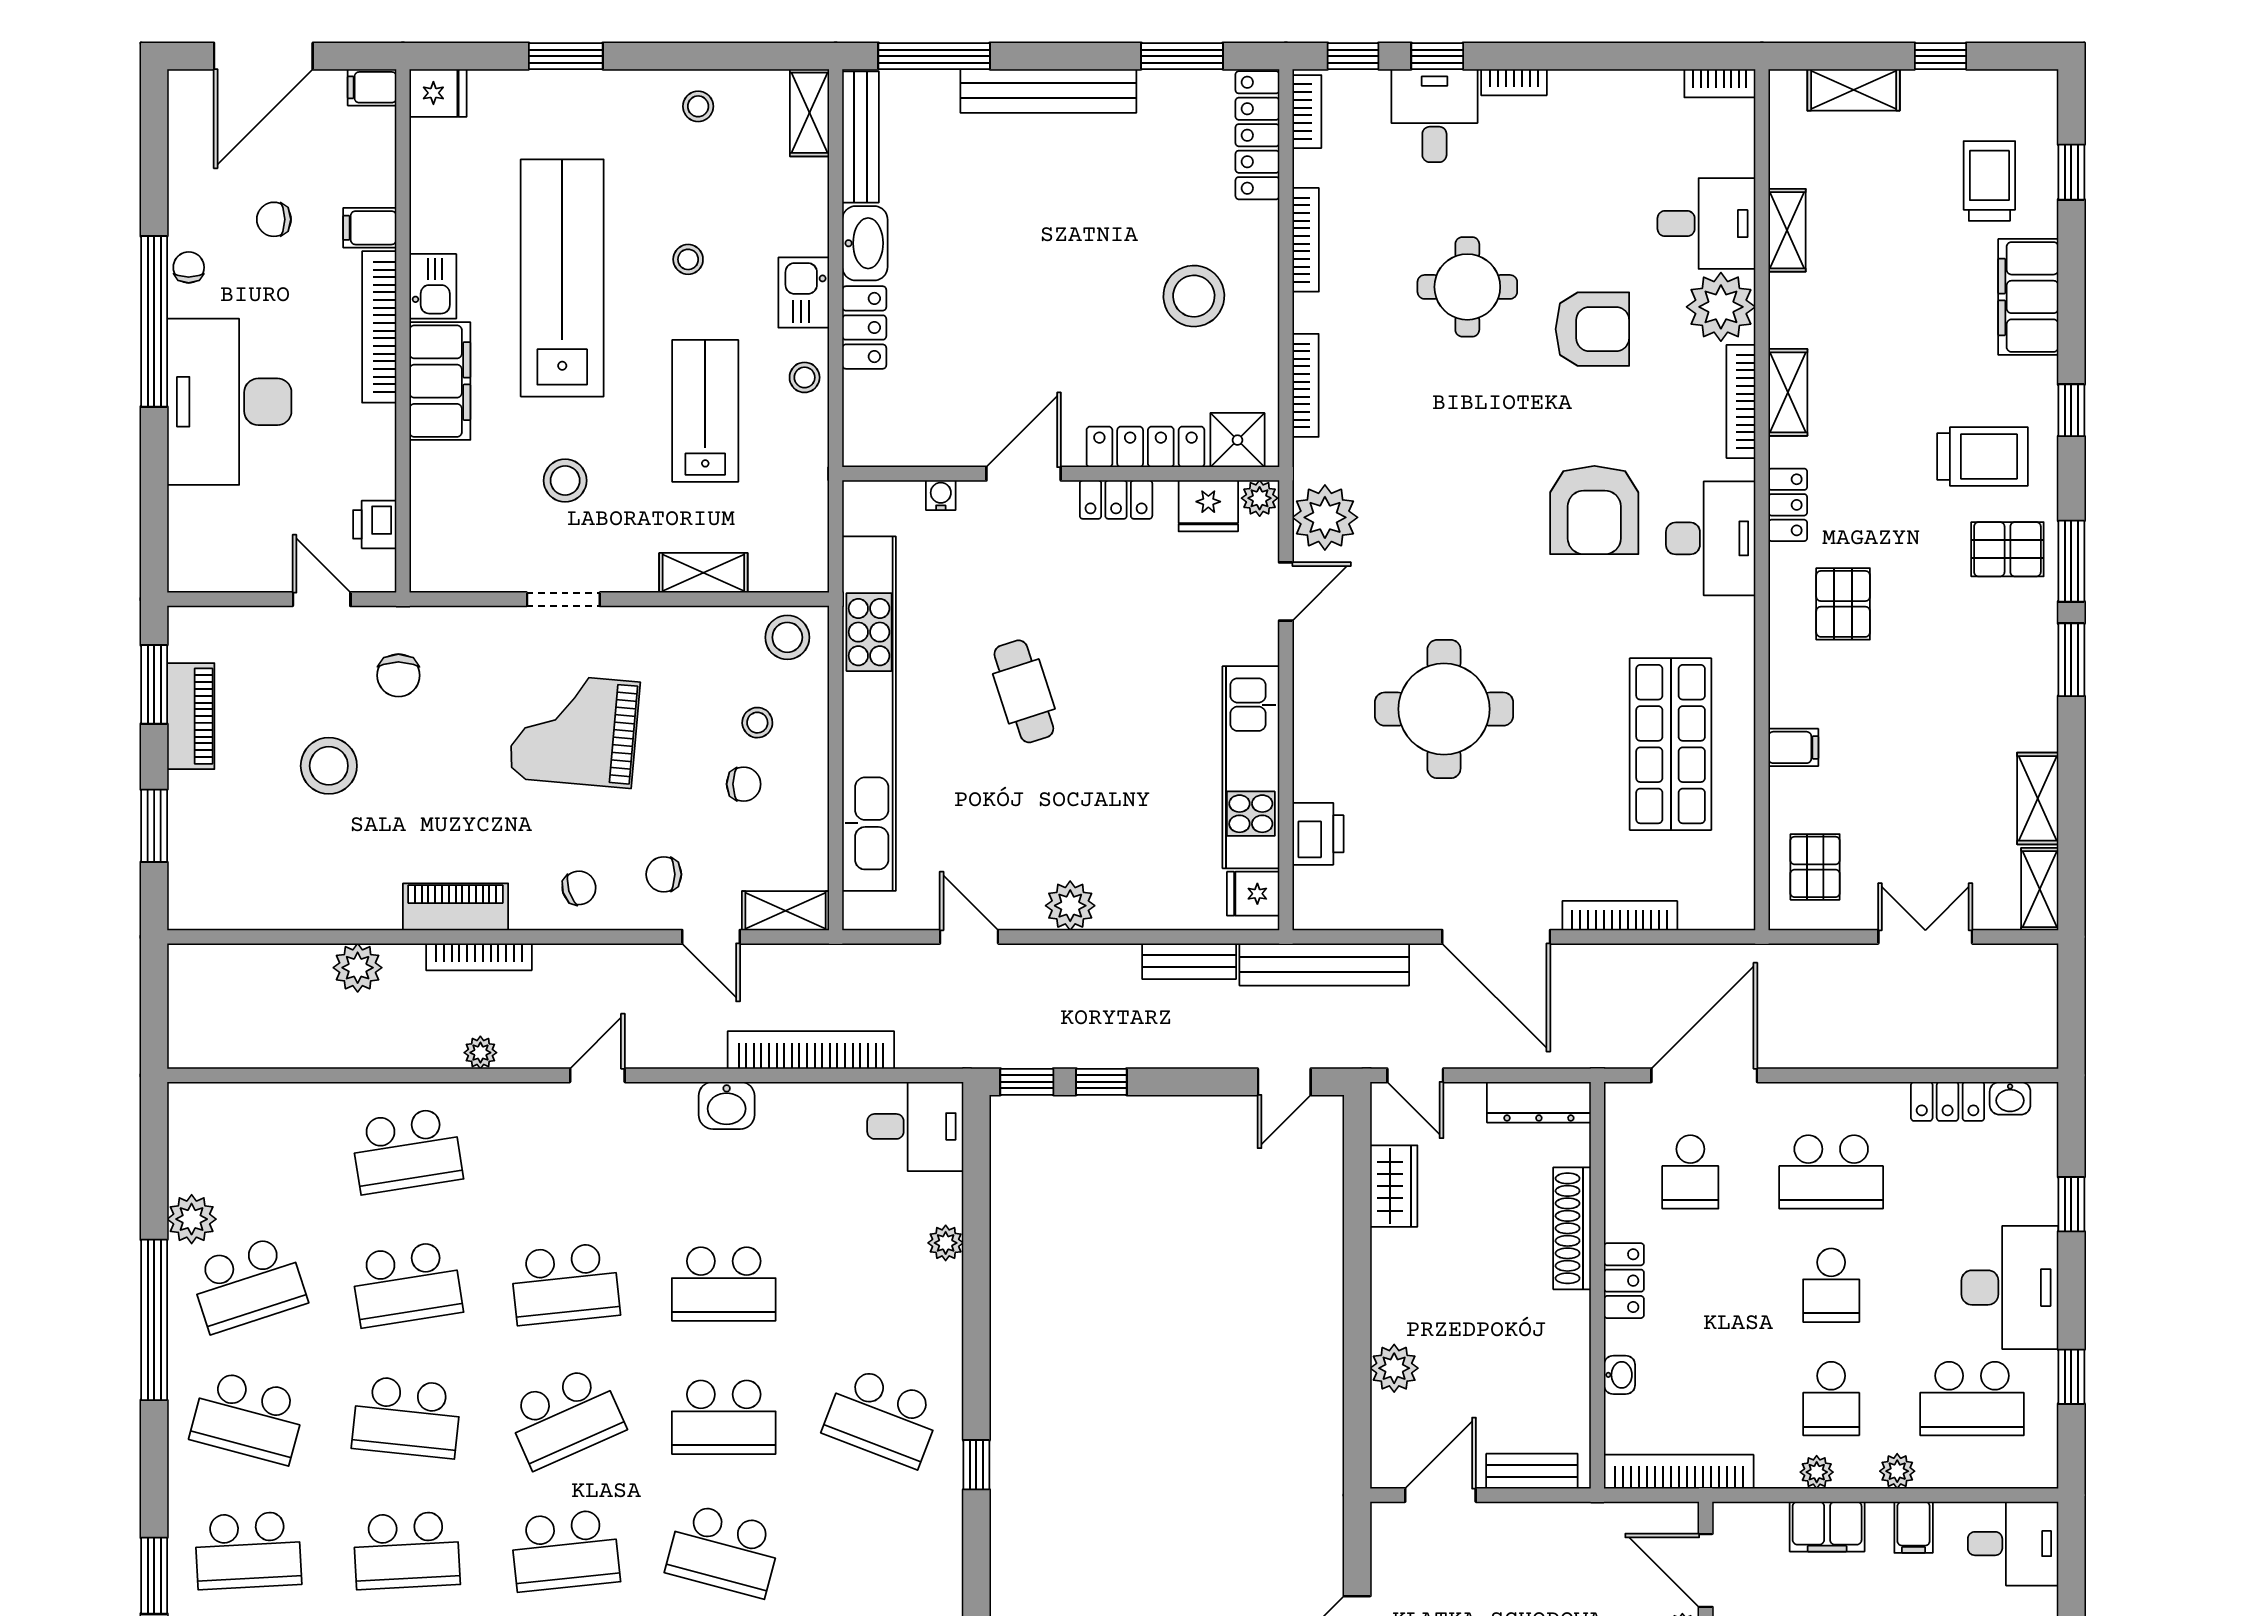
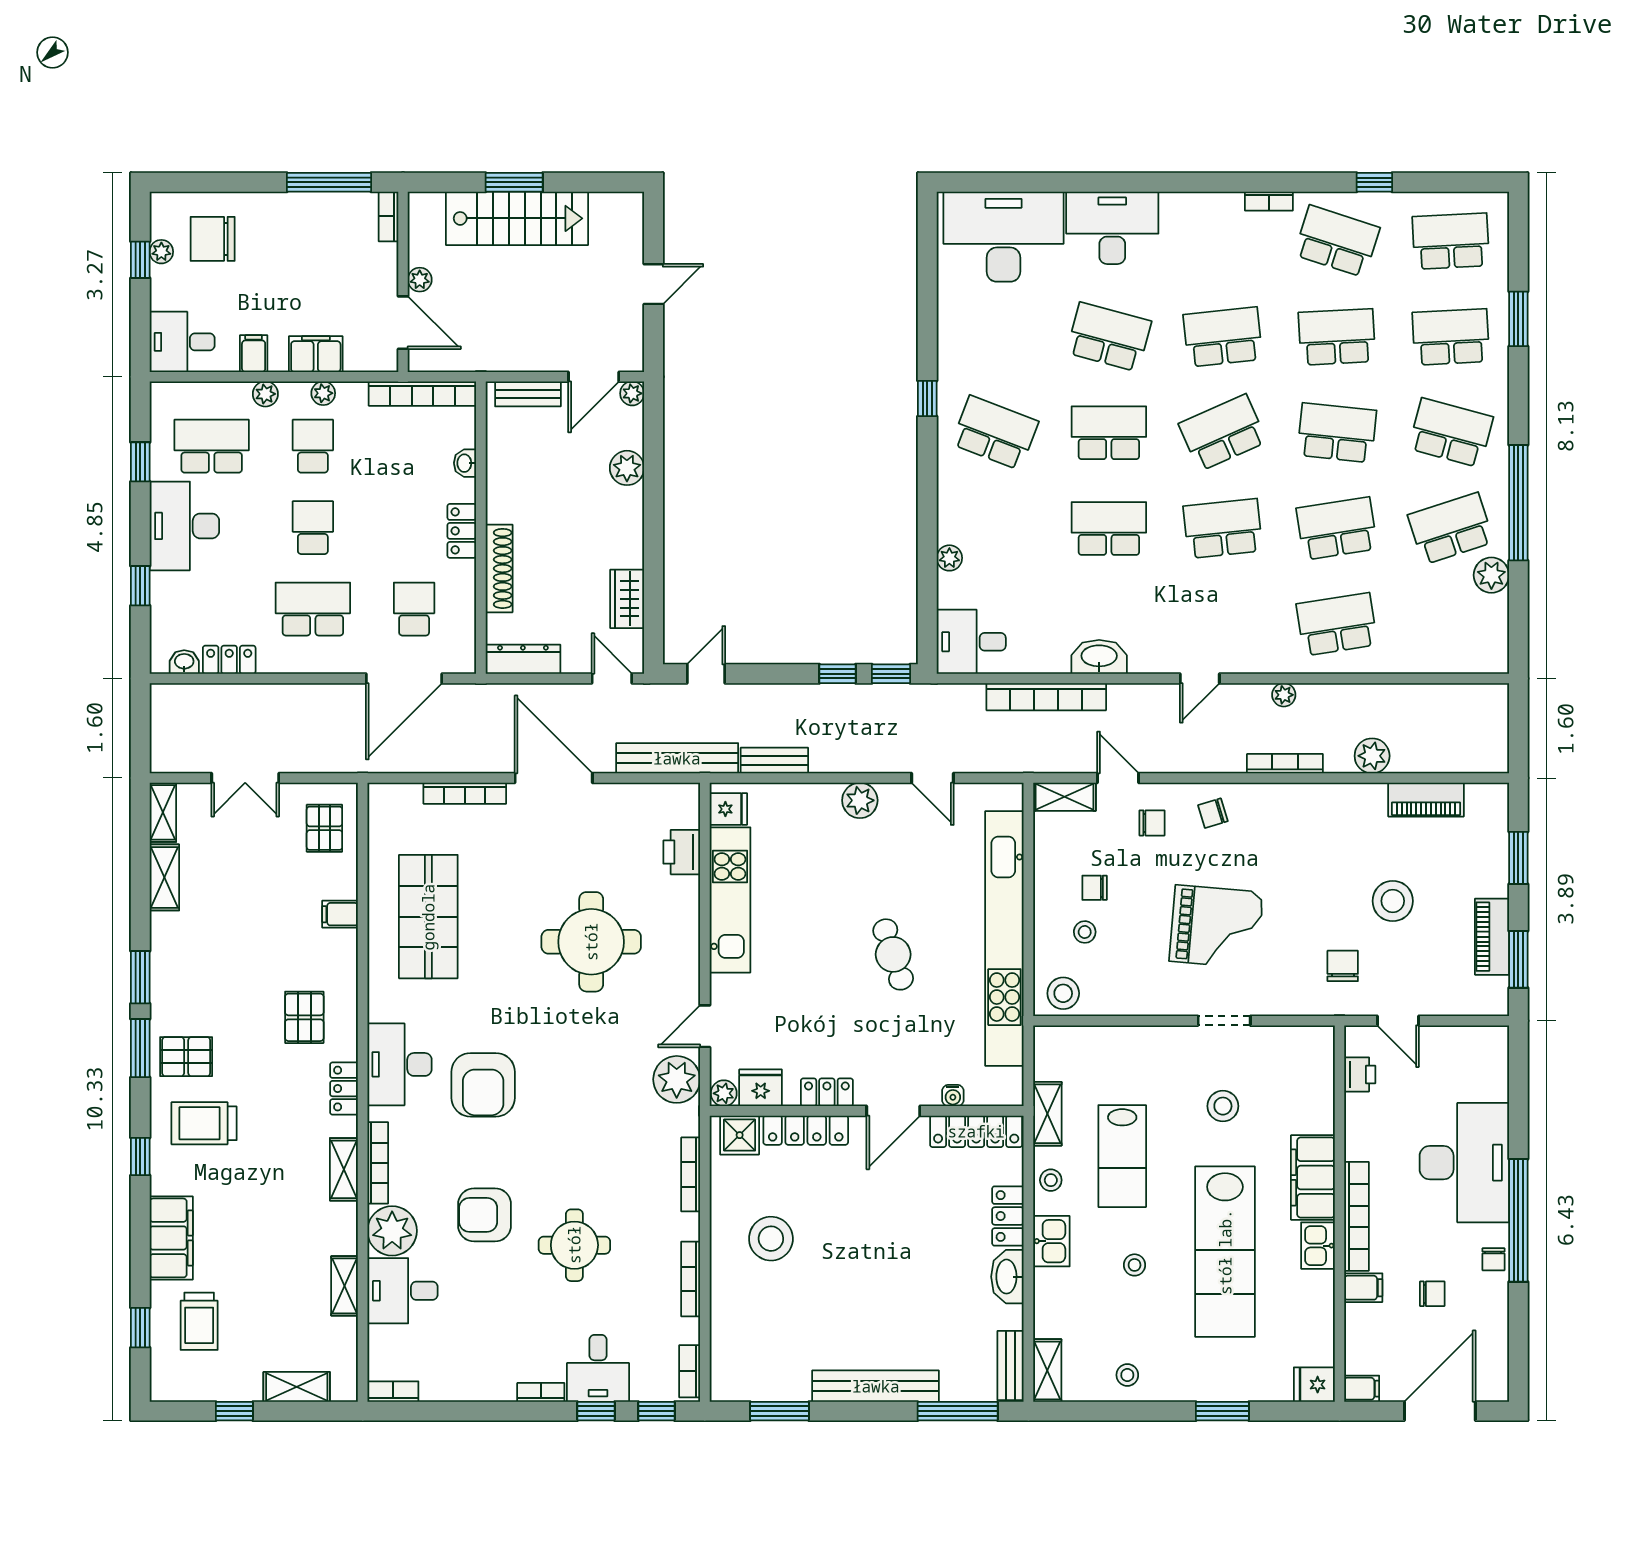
locker: (1257, 135) -> (976, 1131), moved, turned 90
bench: (861, 137) -> (1011, 1365), width x0.73
armchair: (1594, 510) -> (483, 1085), turned 180
shelving: (703, 573) -> (1047, 1114), moved, turned 90
piano: (456, 907) -> (1426, 800), moved
washbasin: (727, 1105) -> (1099, 657), width x1.38
plant: (1387, 1472) -> (632, 393), added

